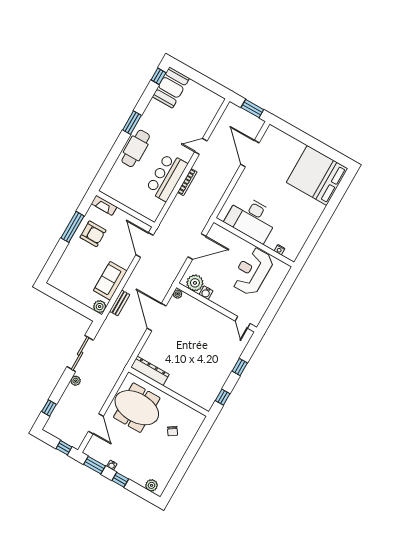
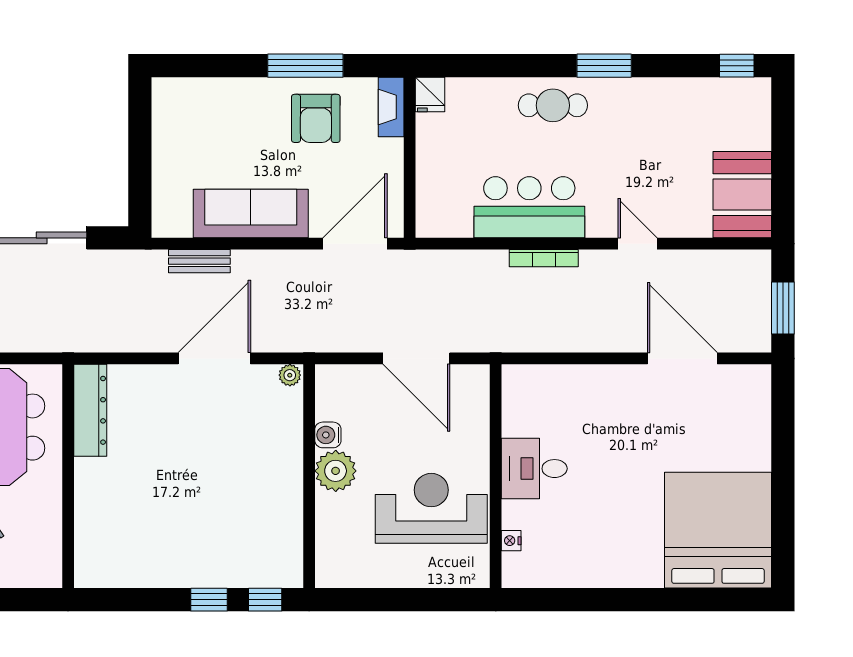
booth: (171, 87) -> (742, 195), moved, turned 90
cafe table: (136, 148) -> (553, 105), width x0.73, depth x0.74
door: (250, 154) -> (682, 358), hinge flipped
fridge: (107, 189) -> (430, 95), added
desk: (252, 219) -> (534, 469), width x0.53, depth x0.77
sofa: (110, 281) -> (251, 213), width x1.36
plant: (195, 283) -> (336, 471), moved
plant: (100, 307) -> (167, 222), removed
door: (243, 322) -> (309, 550), removed
window: (223, 397) -> (265, 600), moved

